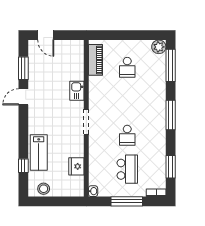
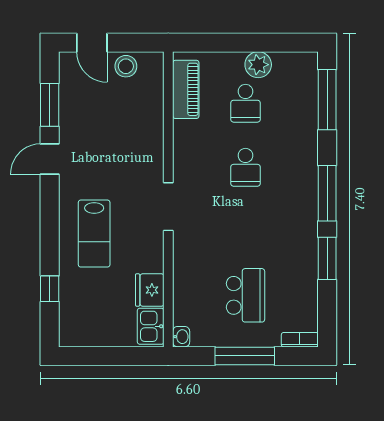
plant: (159, 47) -> (258, 65), moved
kitchen sink: (77, 91) -> (151, 326), moved
school desk: (127, 135) -> (245, 167), moved
lab bench: (39, 153) -> (94, 234), moved
window: (171, 167) -> (327, 258), moved
stool: (44, 189) -> (126, 66), moved

